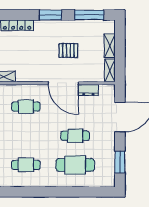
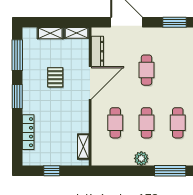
dresser: (88, 90) -> (97, 51), width x1.44
cafe table: (75, 165) -> (147, 123), moved, width x0.73, depth x0.74

